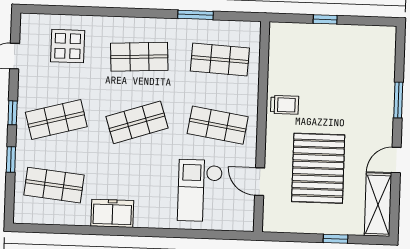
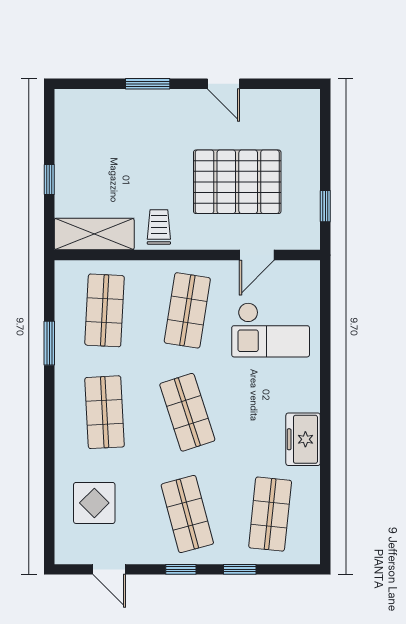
shelving: (378, 205) -> (94, 234), moved
window: (335, 239) -> (325, 206), moved

